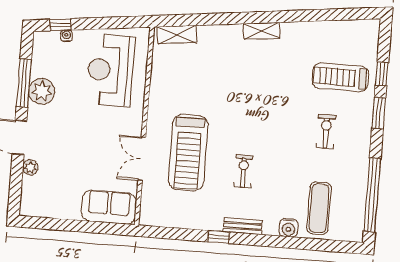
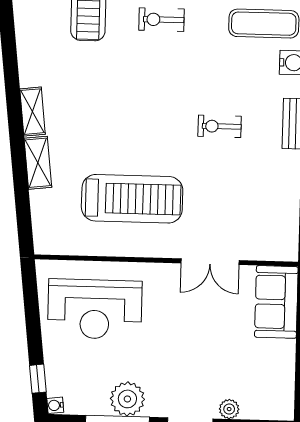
shelving: (177, 35) -> (38, 163), moved
water cooler: (66, 36) -> (55, 405), moved
treadmill: (188, 153) -> (132, 199), moved

